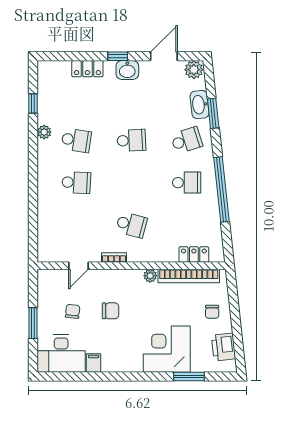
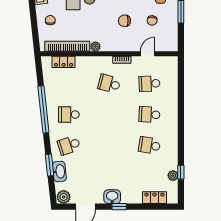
locker: (87, 69) -> (154, 198), moved
plant: (44, 132) -> (173, 176), moved
school desk: (131, 140) -> (149, 84), moved

